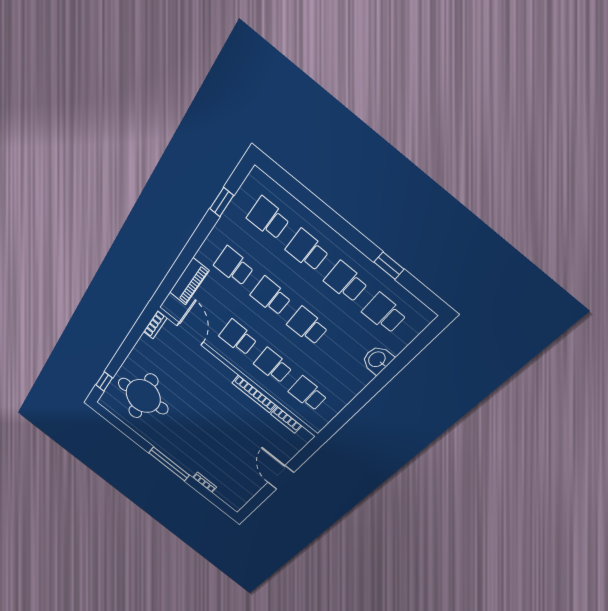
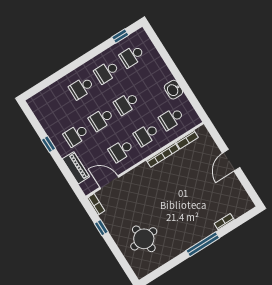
window: (222, 202) -> (48, 144), moved
school desk: (268, 218) -> (56, 104), removed
window: (389, 266) -> (120, 36), moved
washbasin: (377, 360) -> (173, 90), moved
window: (104, 382) -> (101, 228), moved
round table: (143, 396) -> (144, 239), width x0.73, depth x0.73
door: (281, 477) -> (231, 160), hinge flipped

